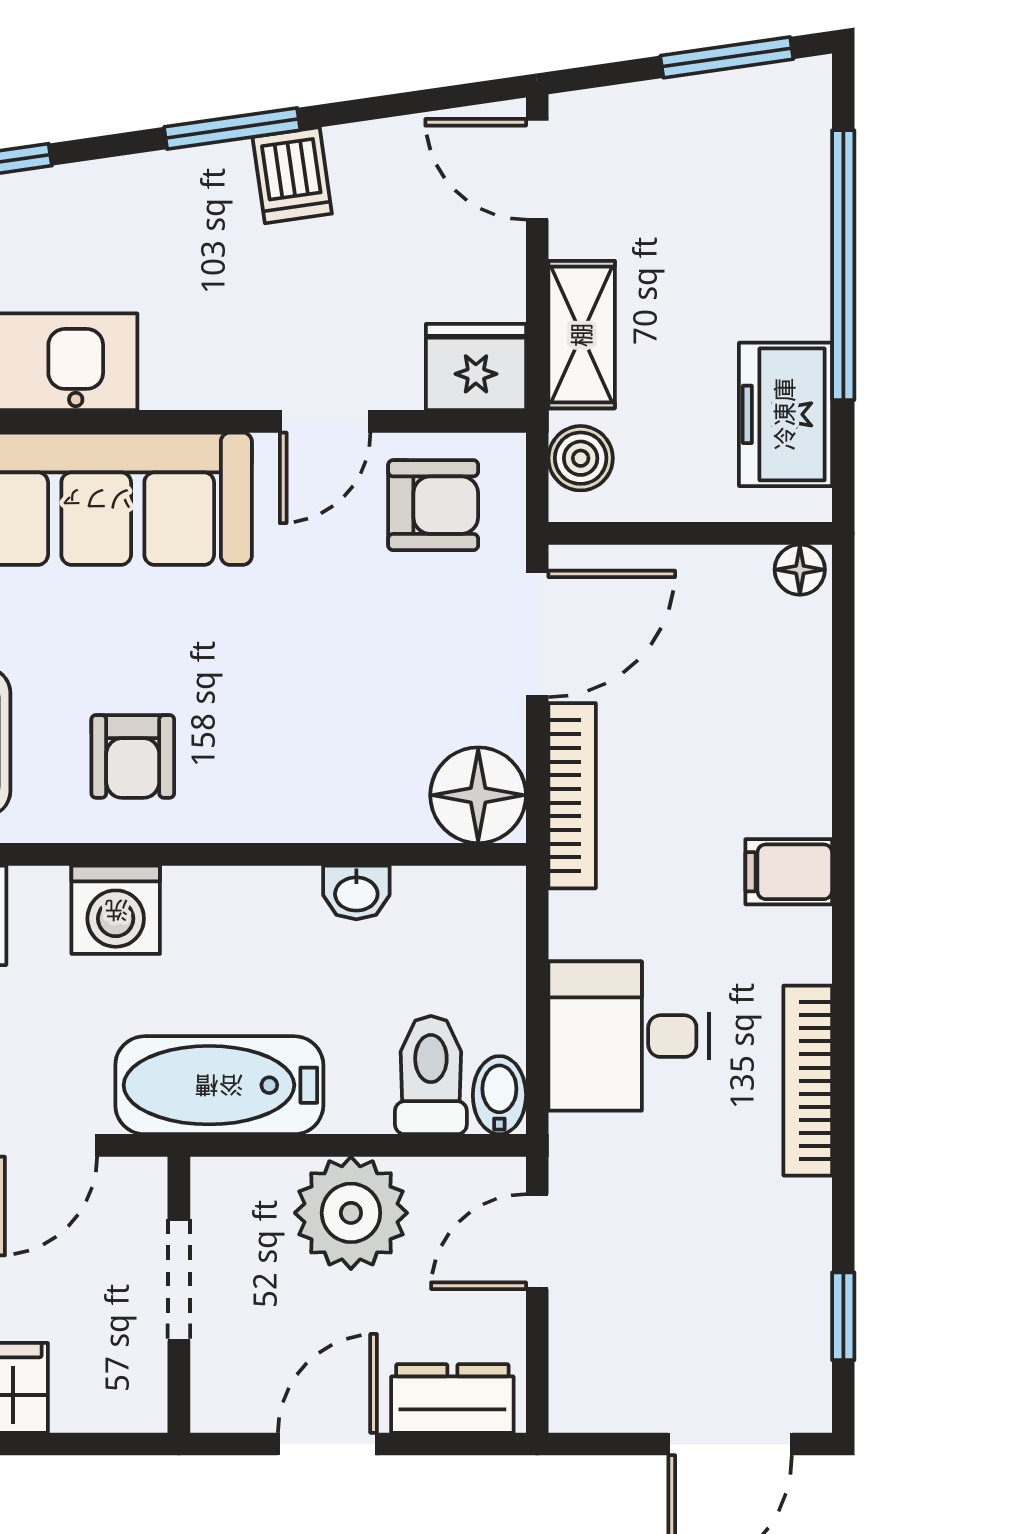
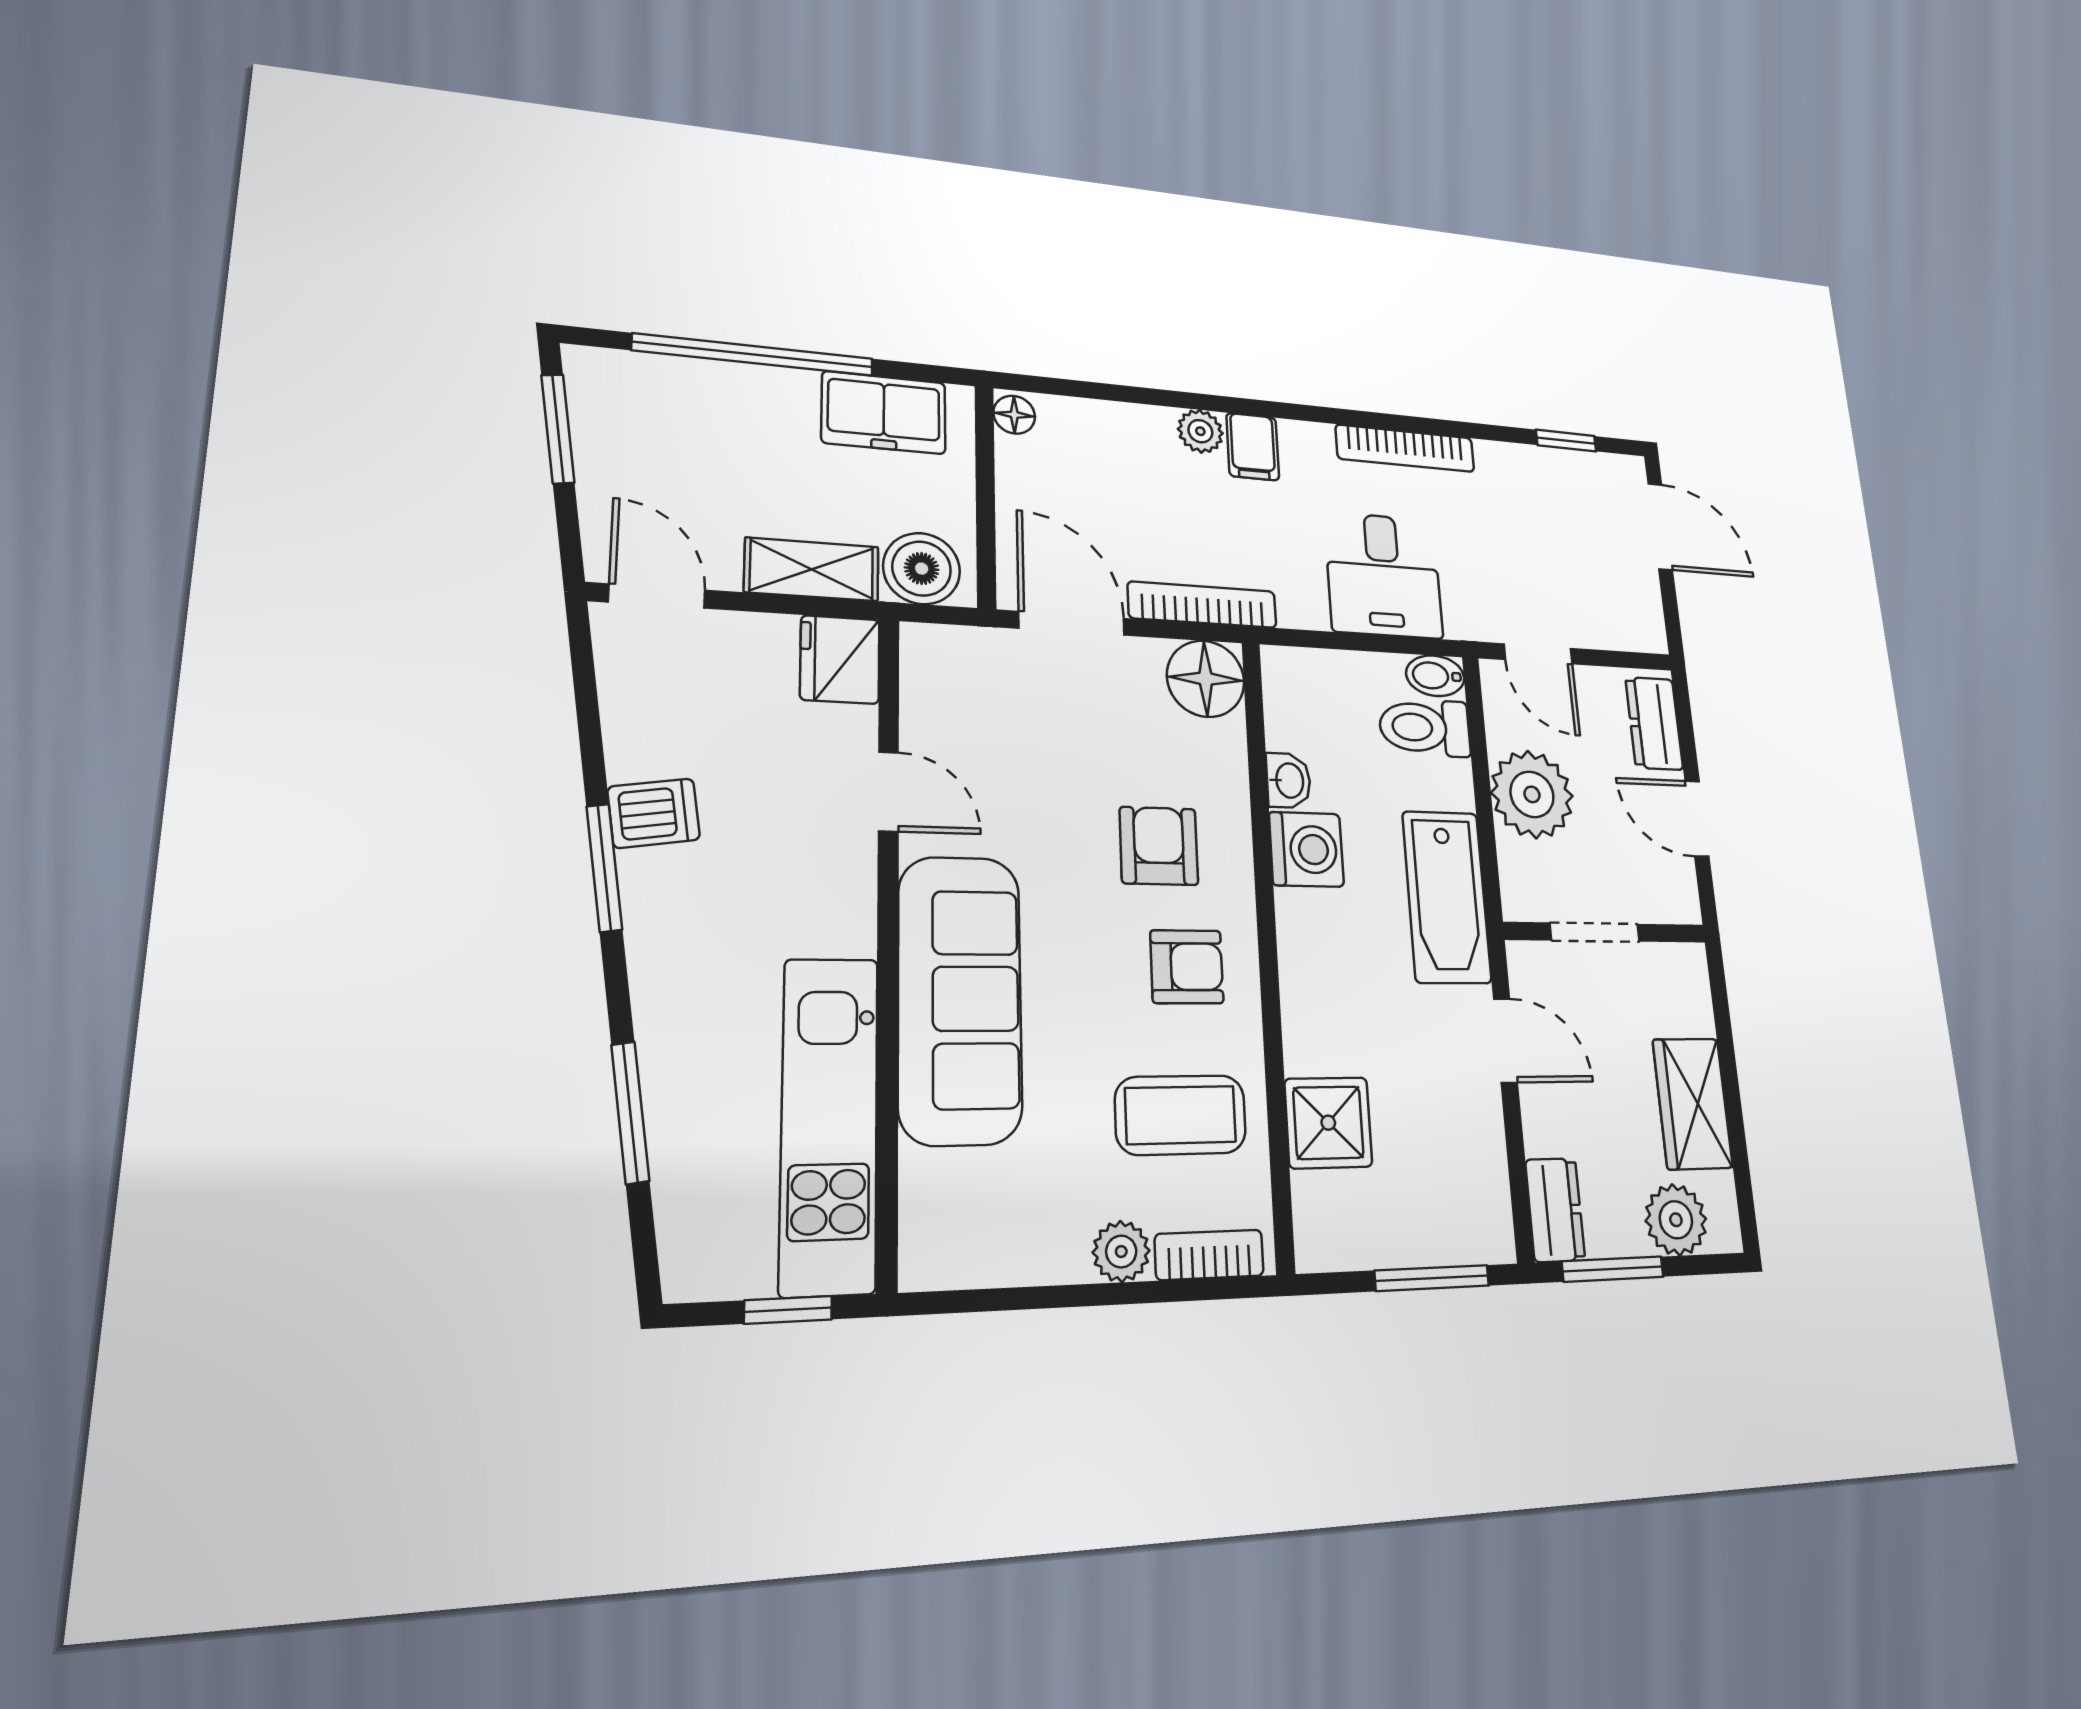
door: (537, 169) -> (657, 596), swing flipped
boiler: (581, 458) -> (922, 569), width x1.36, depth x1.36
armchair: (433, 505) -> (1159, 846), moved
plant: (803, 804) -> (1200, 431), added
washing machine: (116, 910) -> (1306, 849), moved

